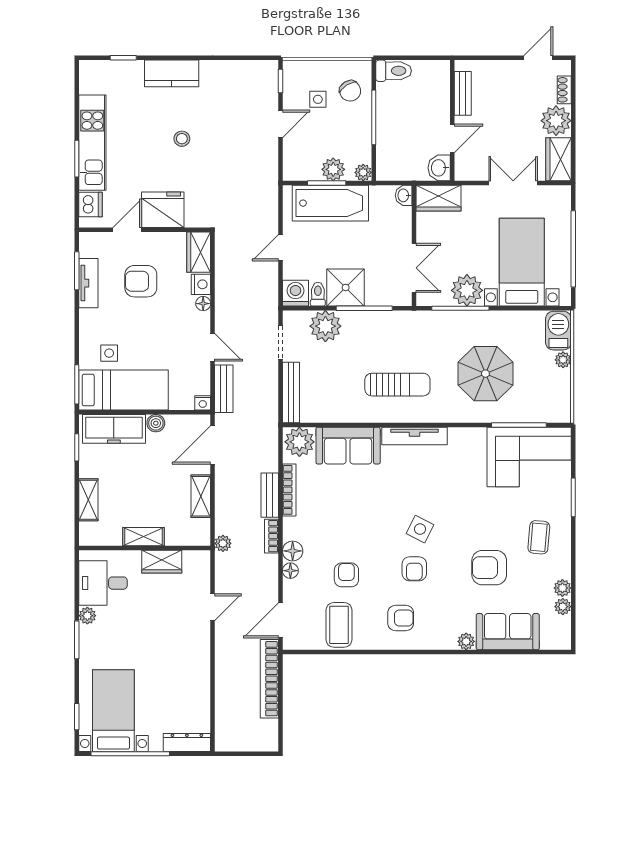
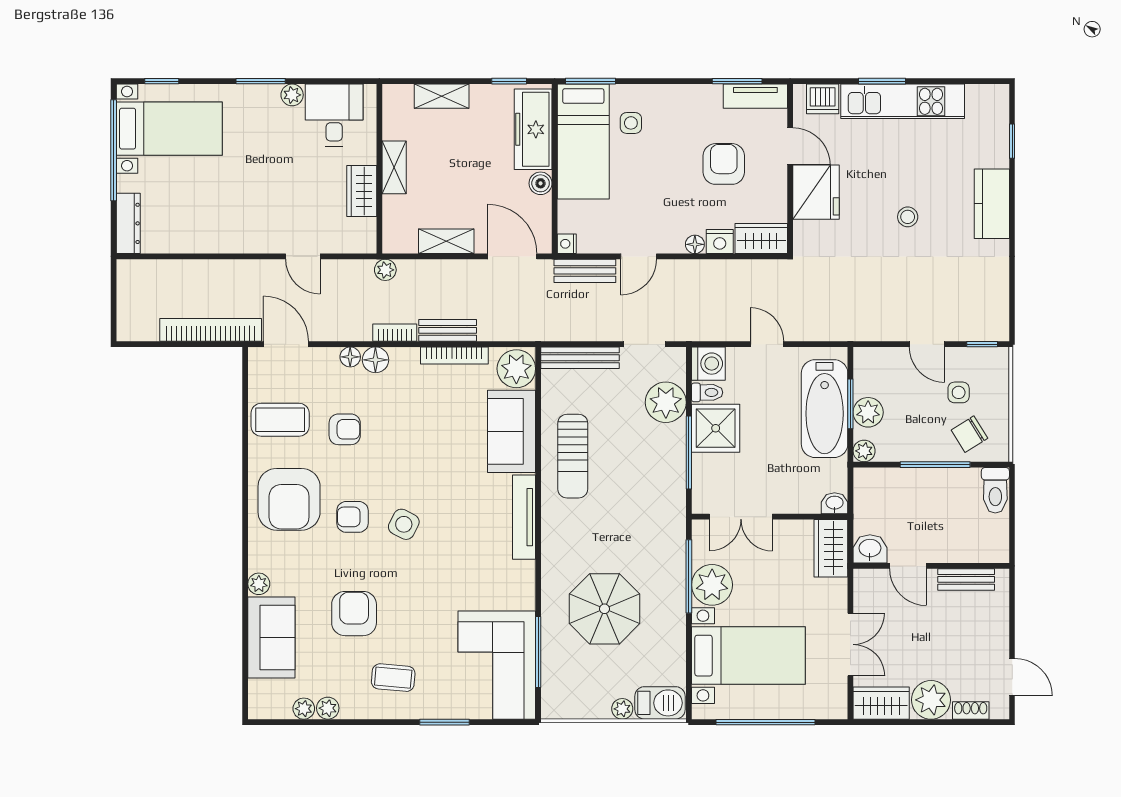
tv unit: (88, 283) -> (755, 96), moved
sun lounger: (397, 385) -> (573, 456), moved
armchair: (401, 618) -> (289, 499), width x1.88, depth x1.88

